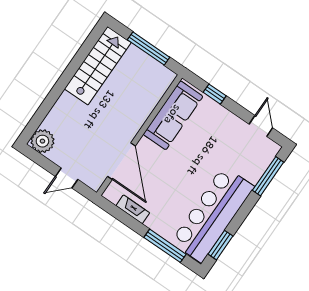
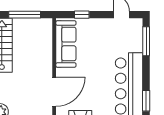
door: (121, 161) -> (54, 92), hinge flipped

